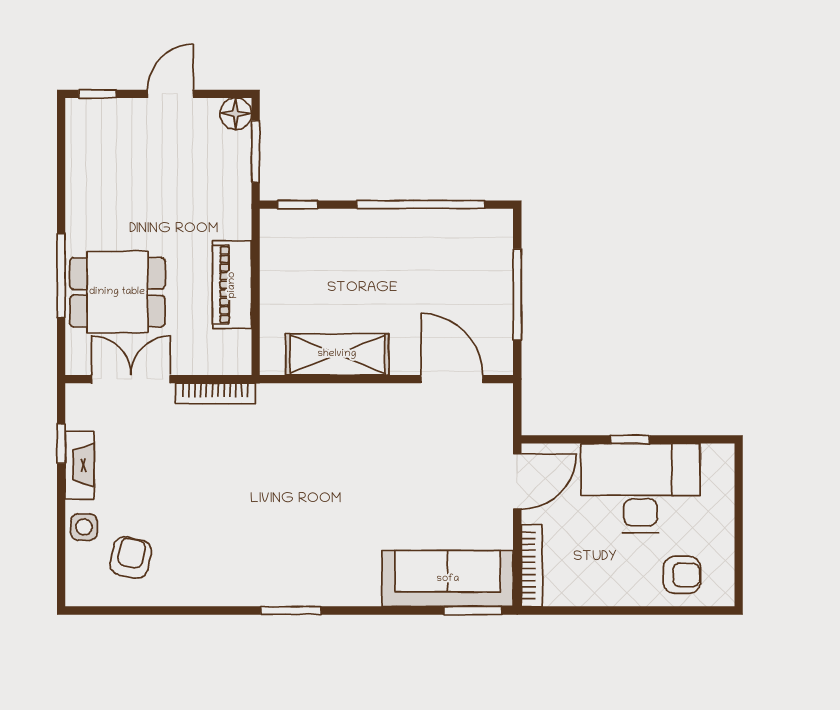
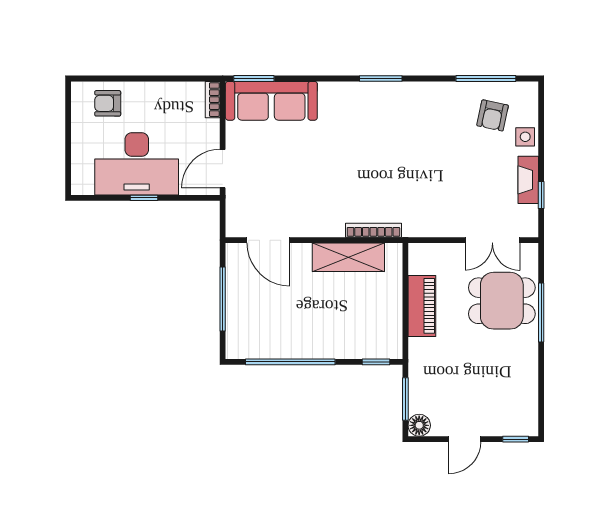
bookcase: (215, 393) -> (373, 230), moved
bookcase: (532, 566) -> (213, 100), width x0.64
window: (140, 610) -> (486, 79), added

